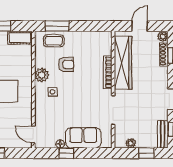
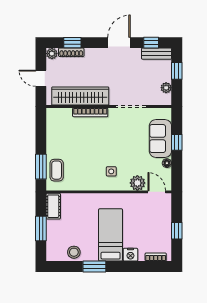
armchair: (66, 64) -> (82, 157), removed
plant: (42, 75) -> (137, 183), moved
door: (33, 134) -> (157, 192), swing flipped
window: (66, 153) -> (177, 142), moved

